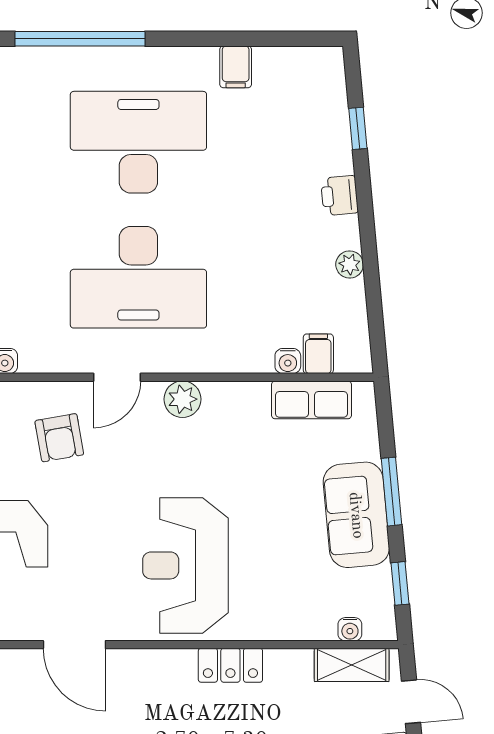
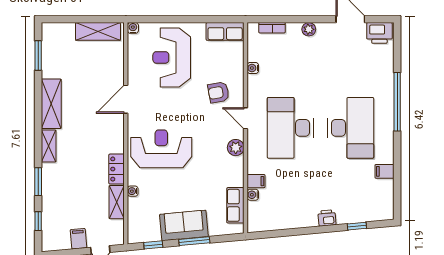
plant: (350, 264) -> (296, 222), removed
filing cabinet: (318, 354) -> (256, 181), moved
water cooler: (350, 629) -> (133, 191), moved
shelving: (352, 665) -> (117, 202), moved

